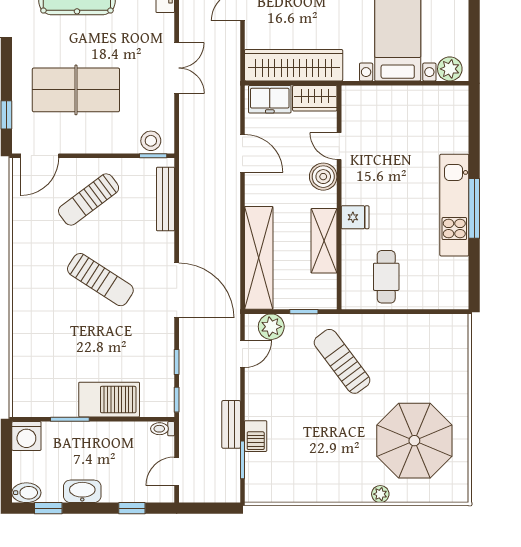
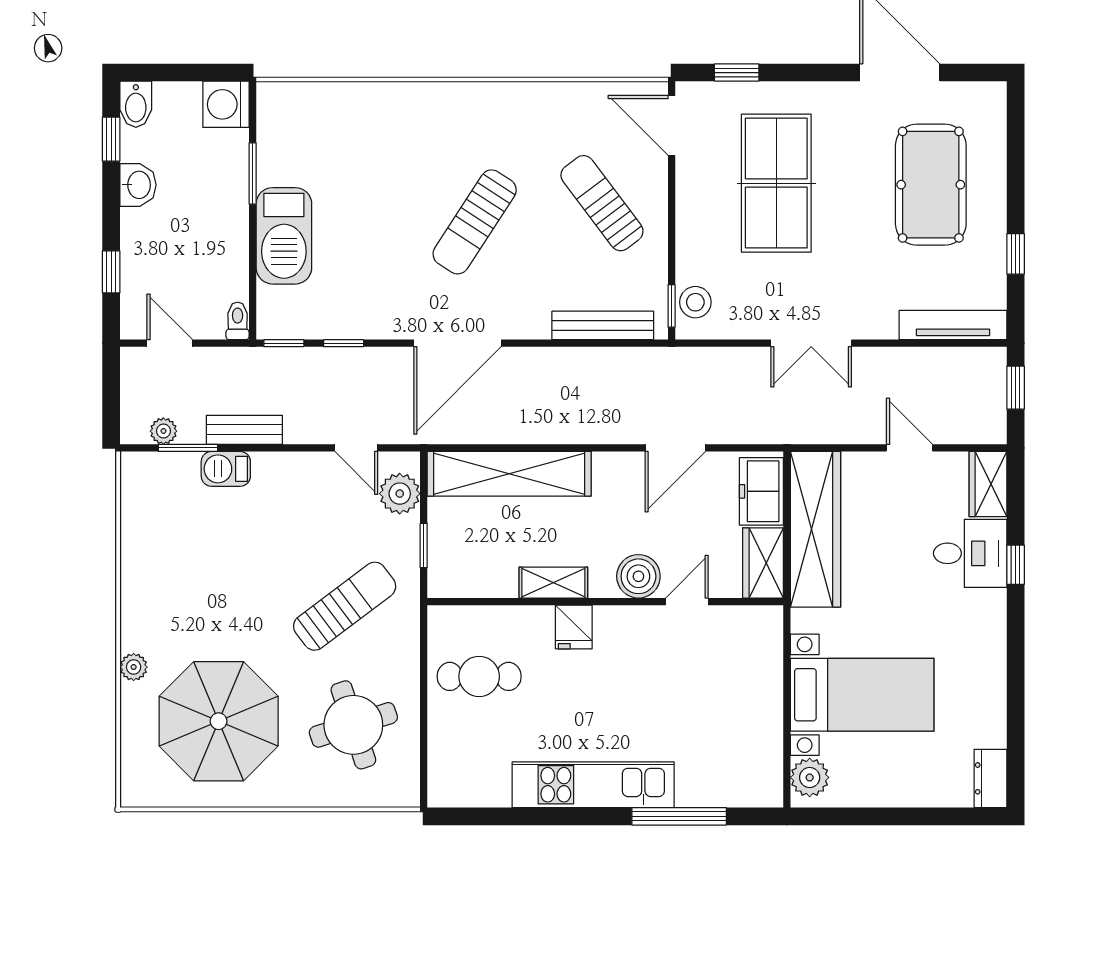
window: (474, 208) -> (679, 816), moved
shelving: (324, 241) -> (553, 583), width x0.67, depth x0.75
round table: (417, 356) -> (353, 725), added
plant: (232, 475) -> (163, 431), added
washbasin: (82, 491) -> (138, 185), width x0.72

